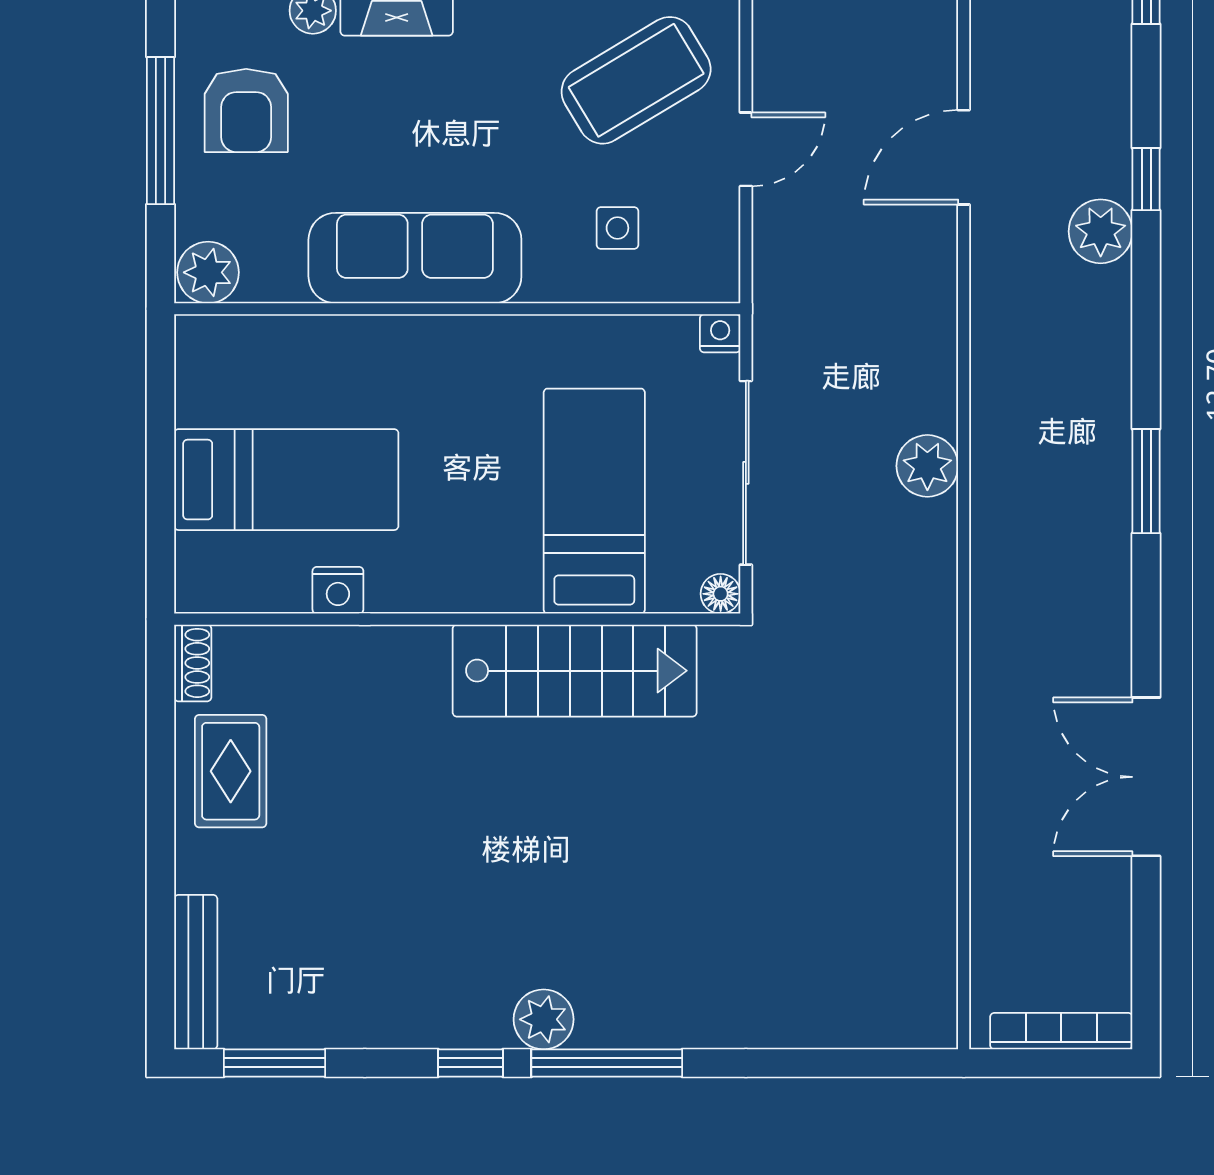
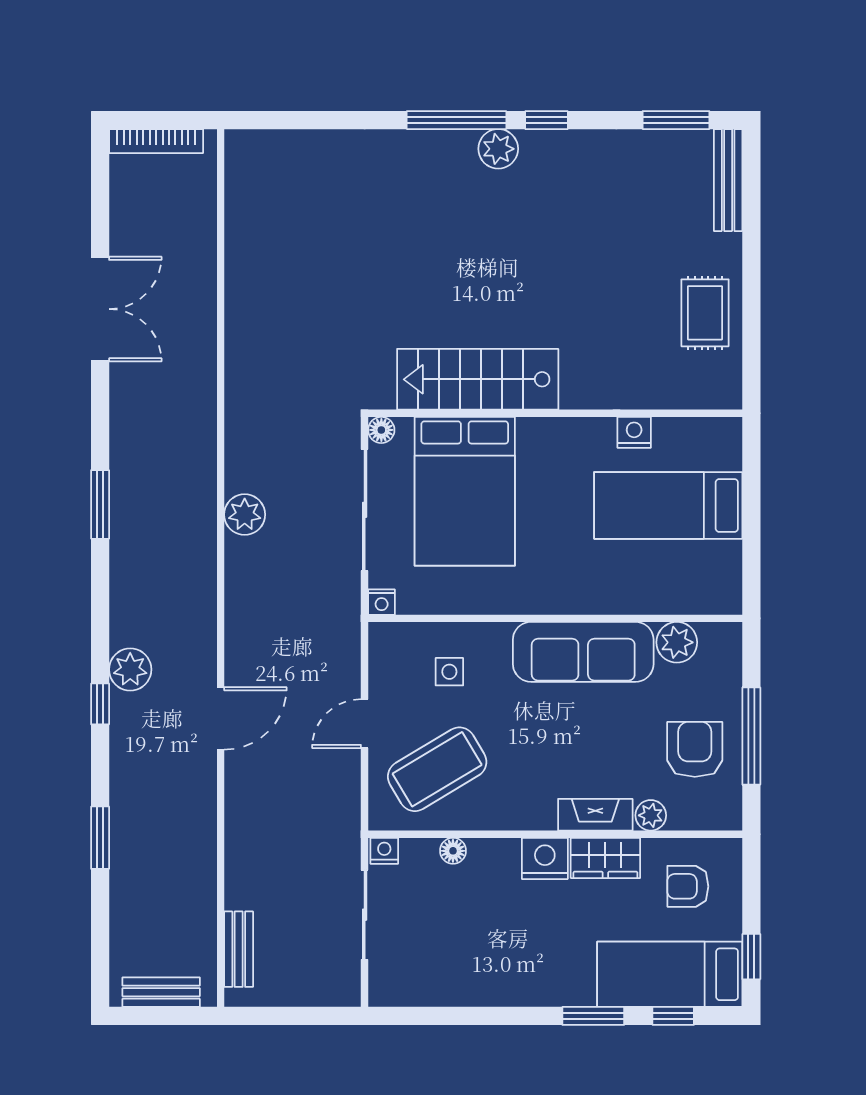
plant: (208, 272) -> (677, 642), moved
bed: (594, 501) -> (465, 491), width x1.50
shoe rack: (193, 663) -> (730, 384), removed

